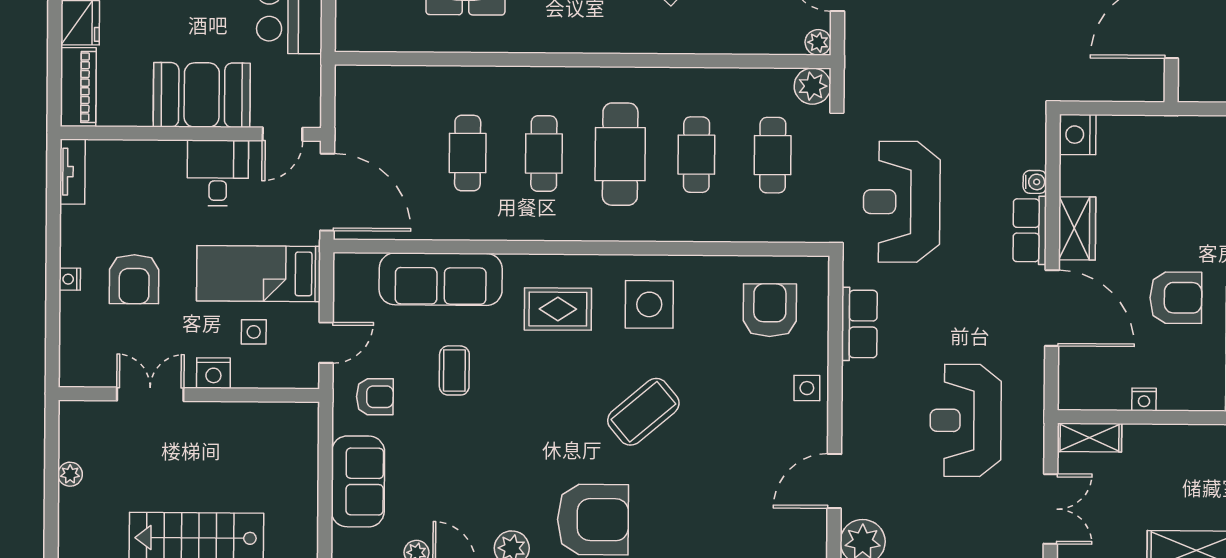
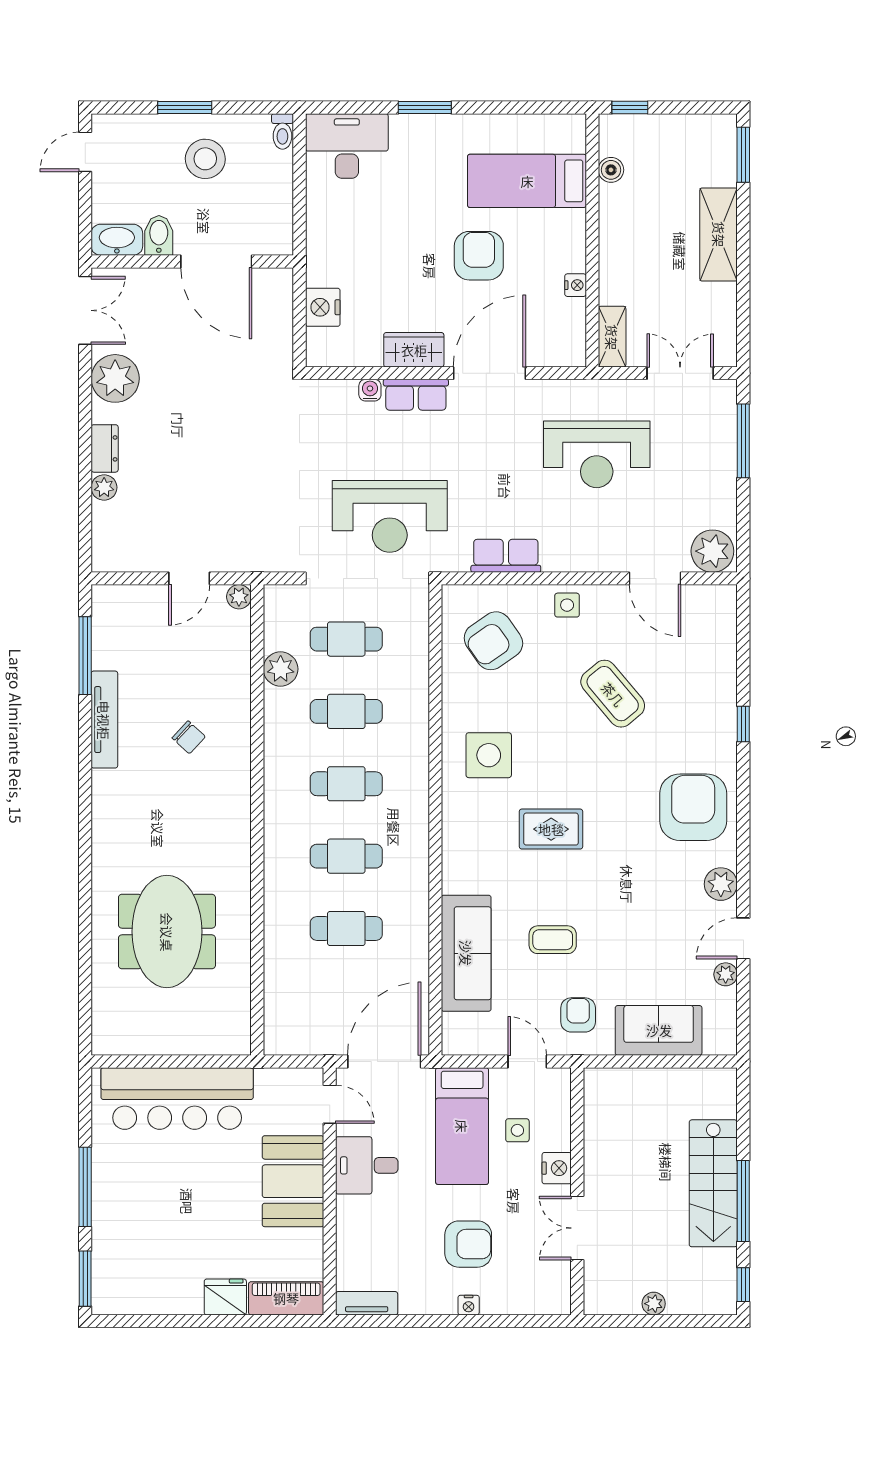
plant: (812, 86) -> (281, 669), moved
nightstand: (1078, 135) -> (323, 307), moved, turned 90
cafe table: (620, 154) -> (346, 784), width x0.73, depth x0.74
rug: (558, 309) -> (551, 829), moved, turned 90
armchair: (770, 310) -> (493, 641), turned -35
coffee table: (643, 412) -> (613, 694), moved

